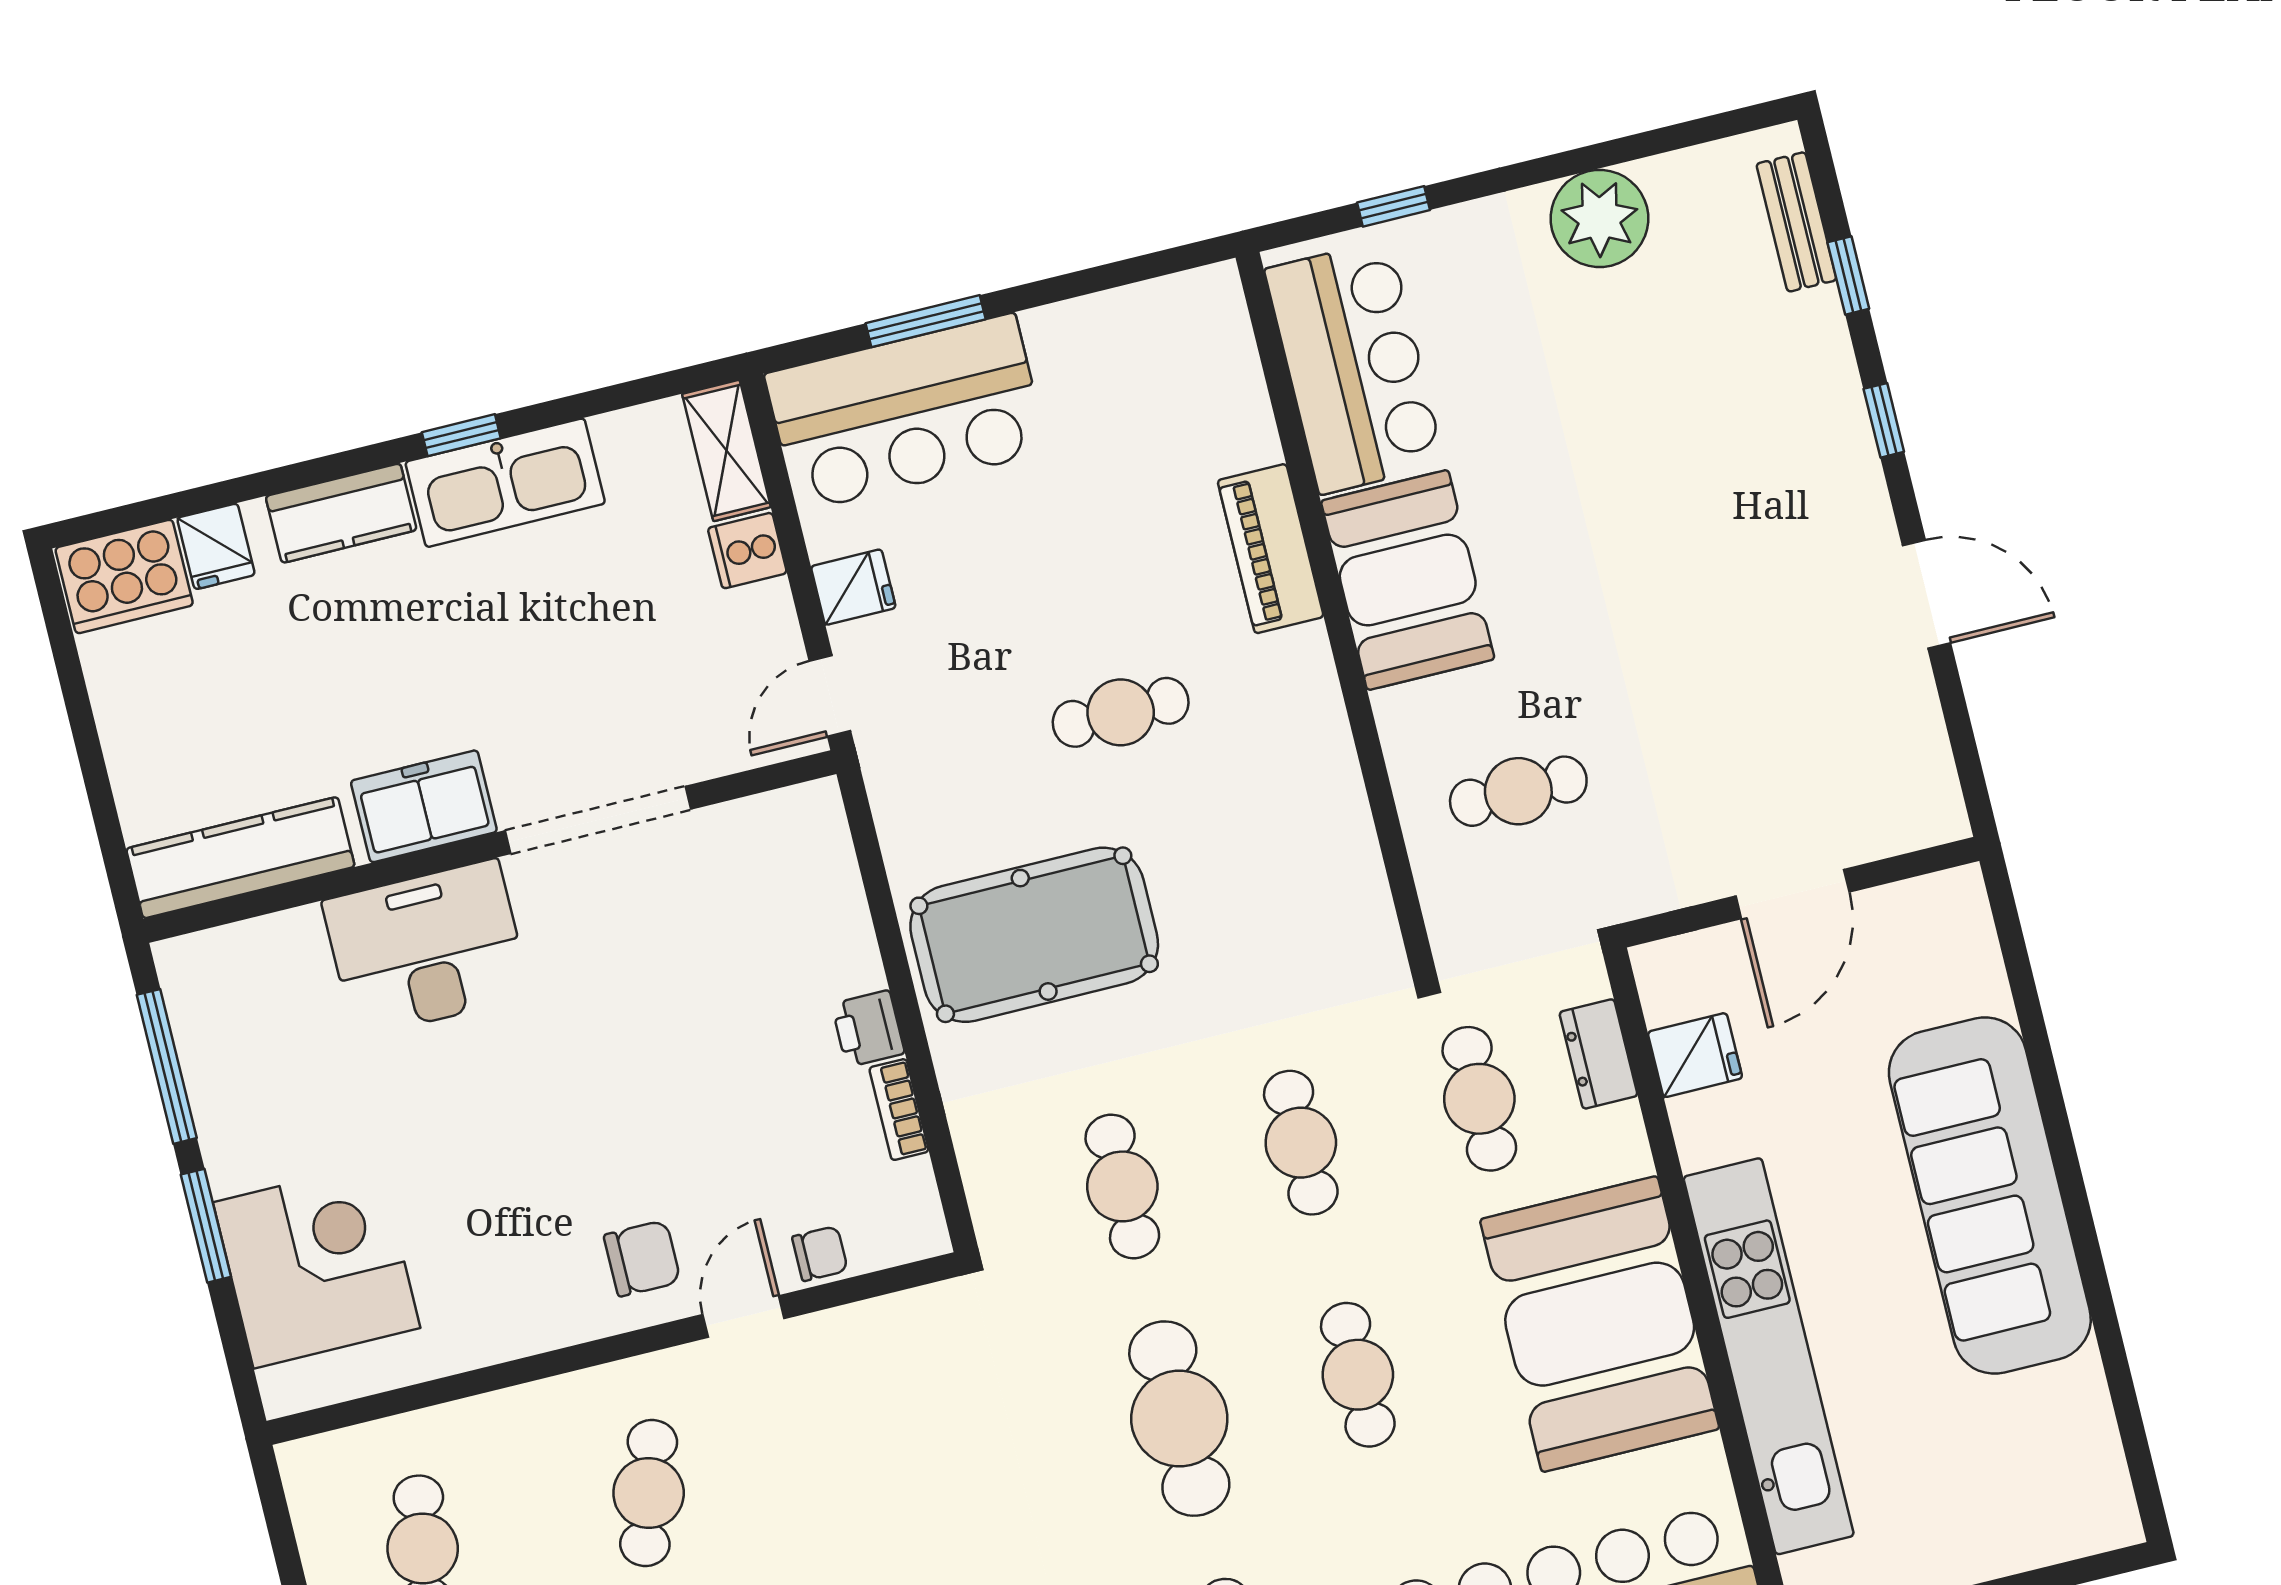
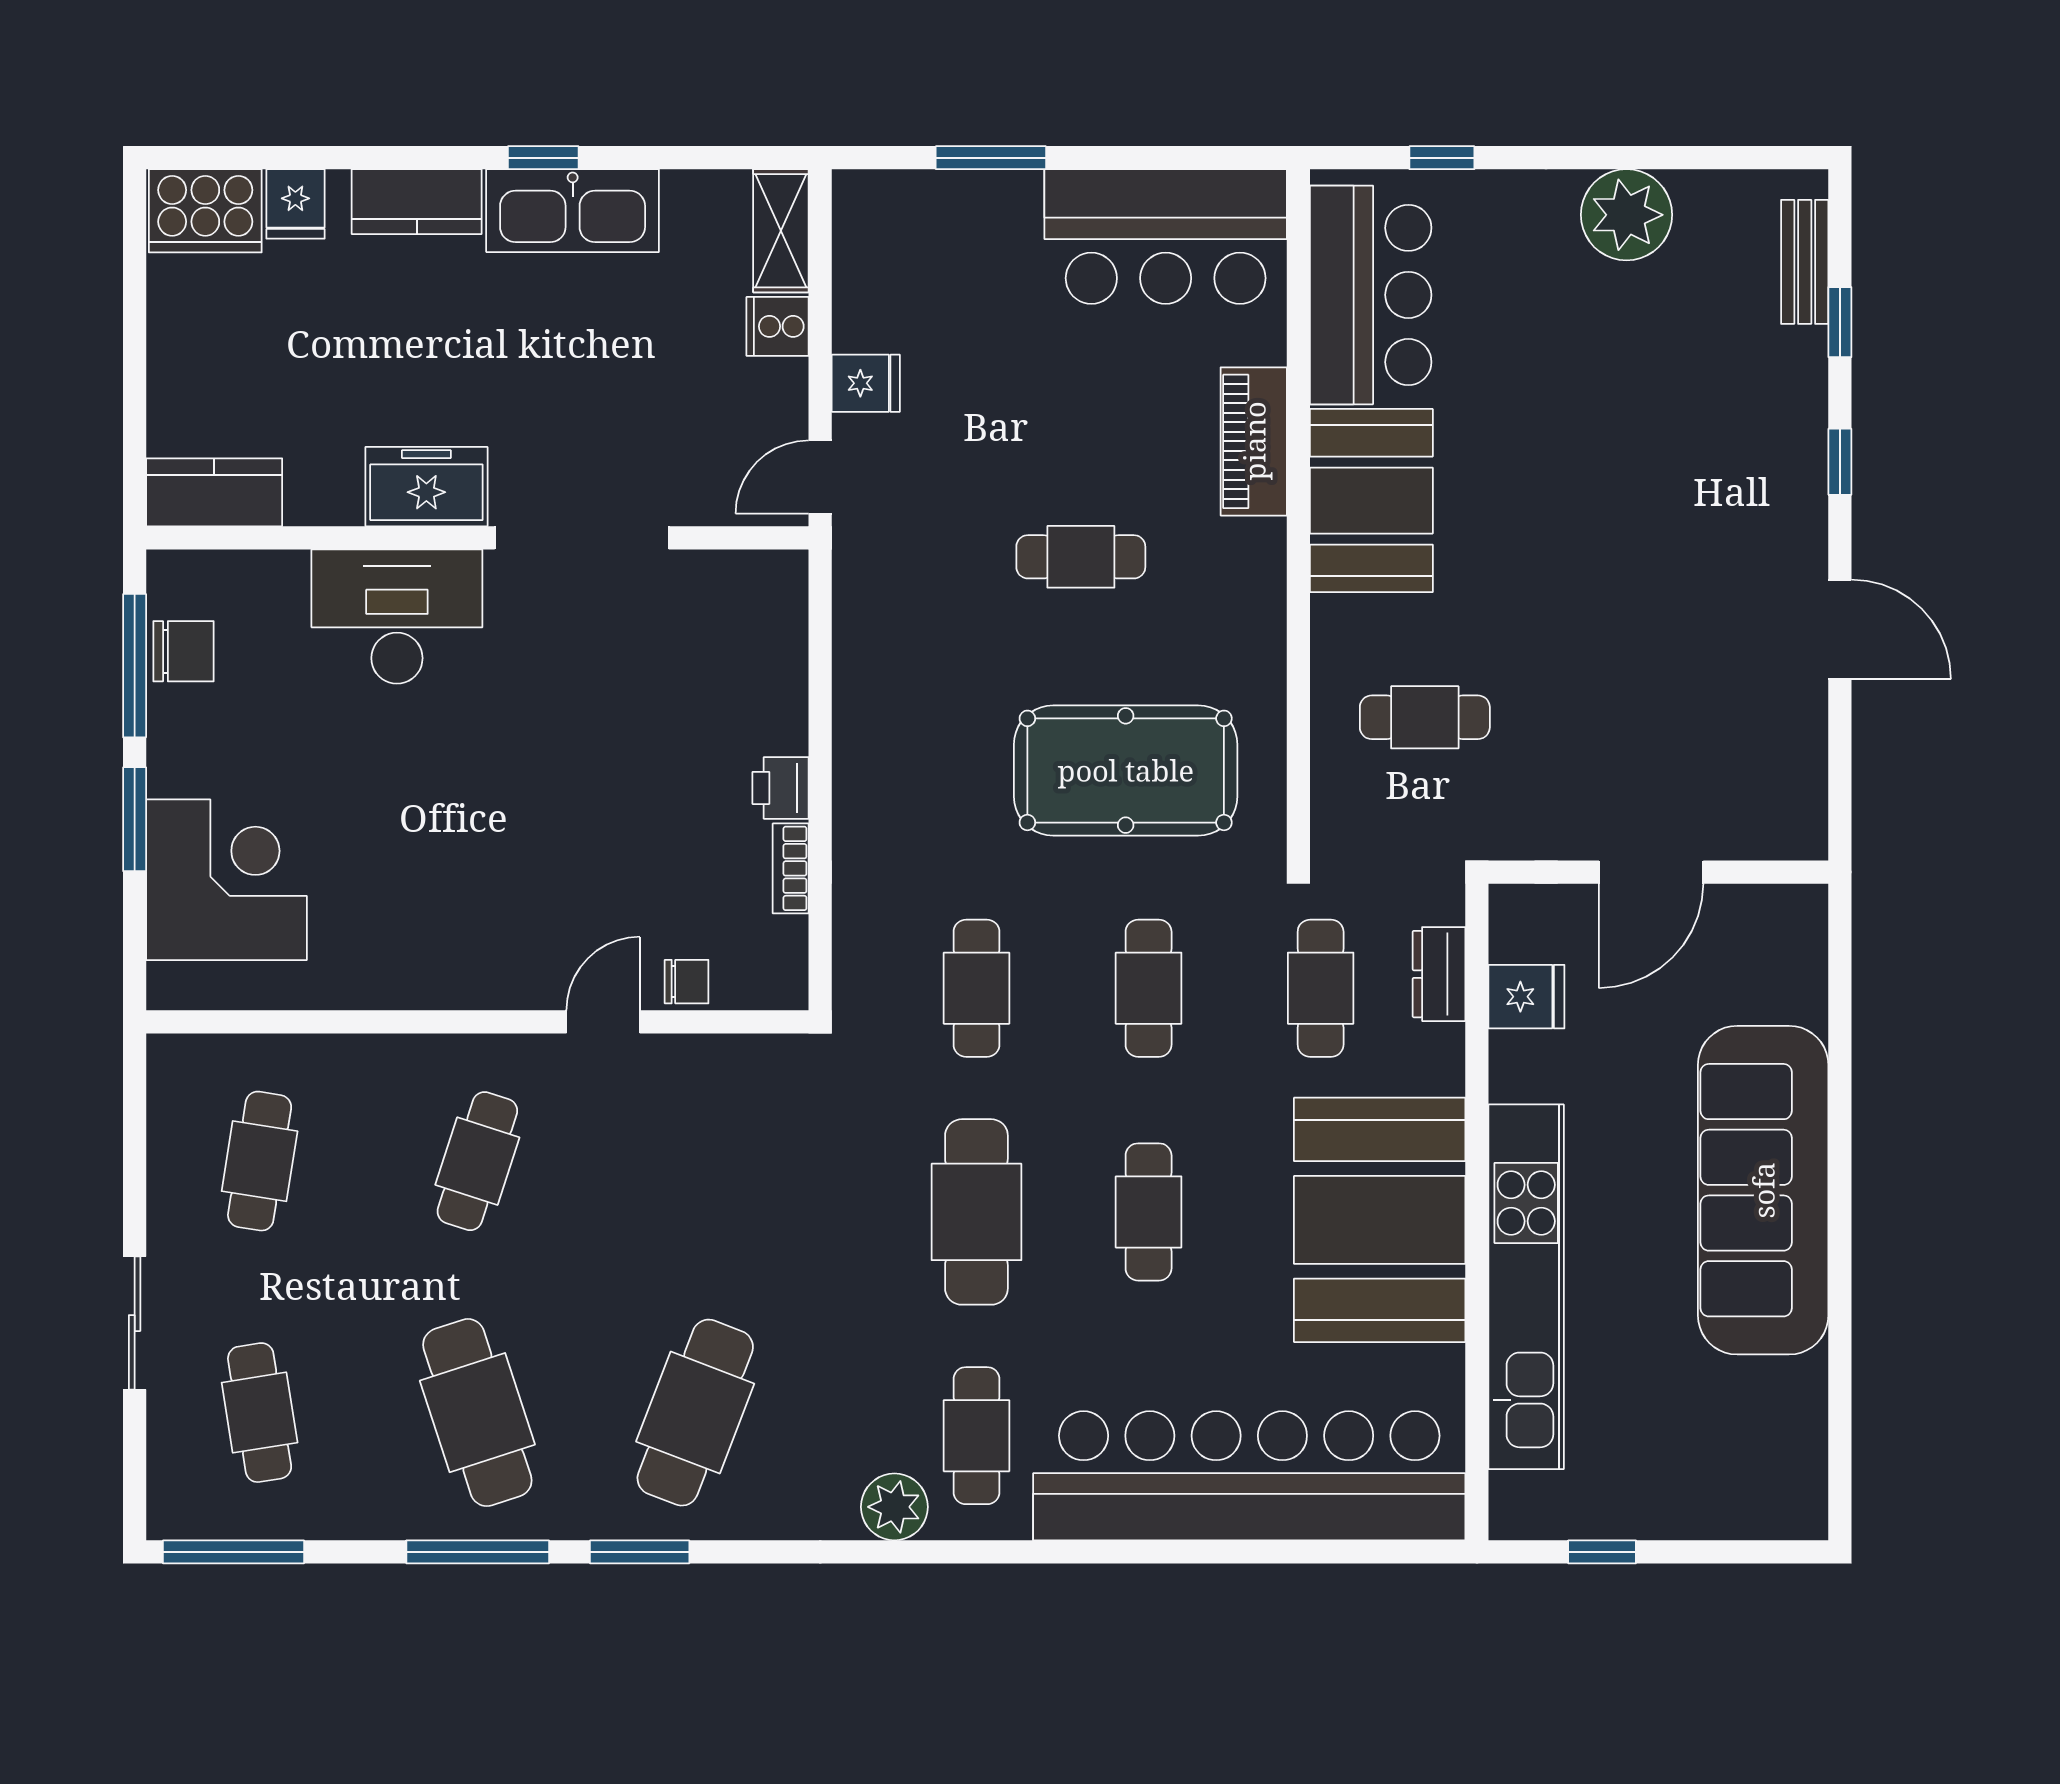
bar counter: (906, 413) -> (1166, 237), moved
kitchen counter: (240, 858) -> (214, 492), width x0.67
pool table: (1034, 935) -> (1126, 770), moved
chair: (642, 1258) -> (184, 651), moved

